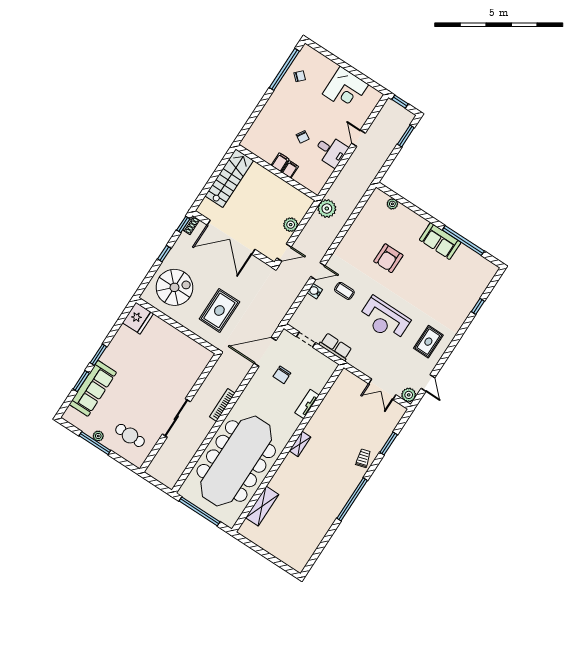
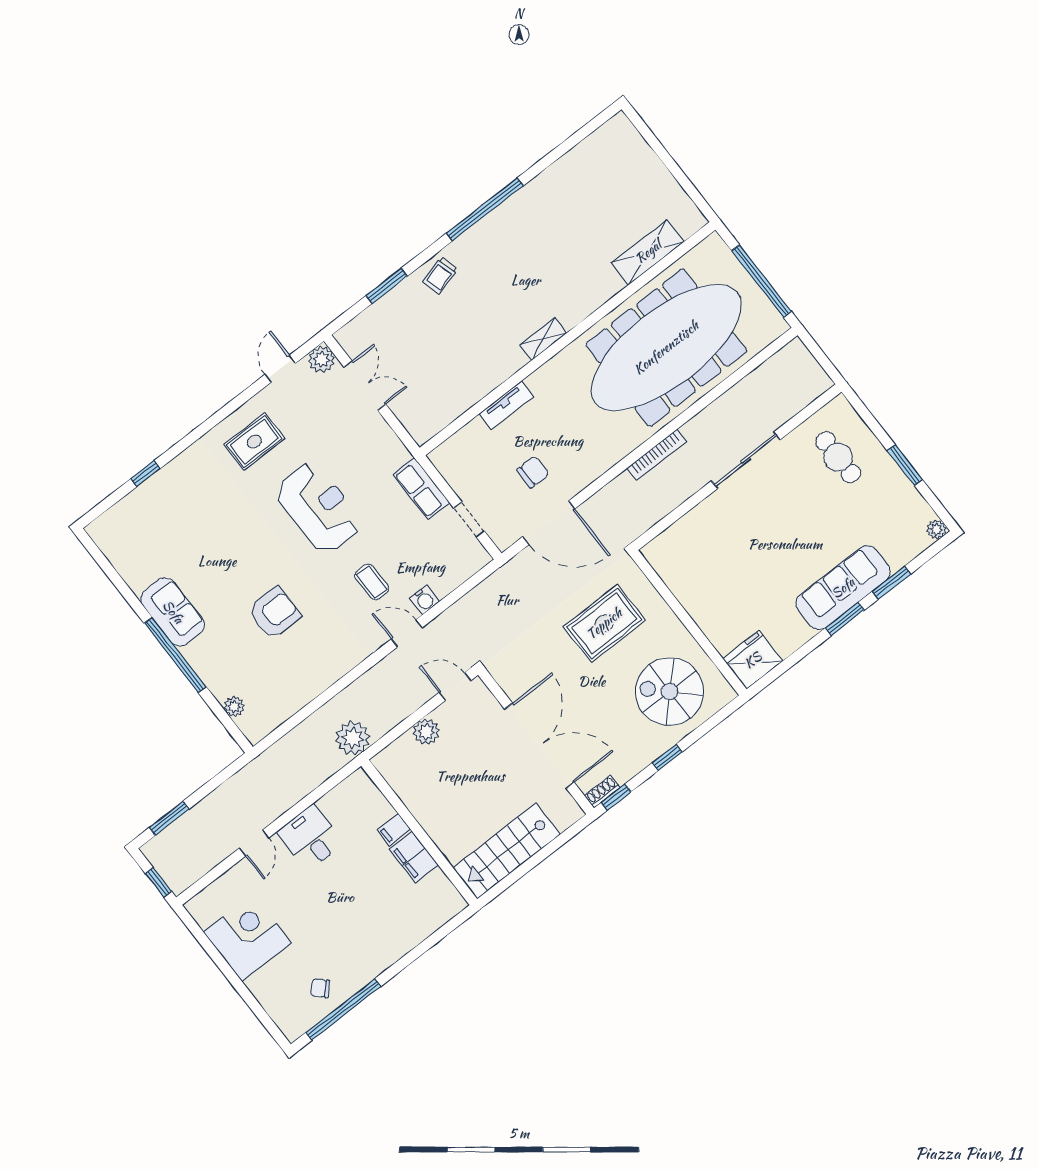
chair: (303, 137) -> (352, 879), removed
filing cabinet: (280, 162) -> (414, 857), width x2.00
window: (463, 241) -> (175, 655), moved
sofa: (93, 388) -> (843, 588), moved
plant: (98, 436) -> (936, 529), moved
window: (95, 443) -> (905, 465), width x0.69

